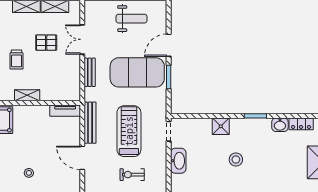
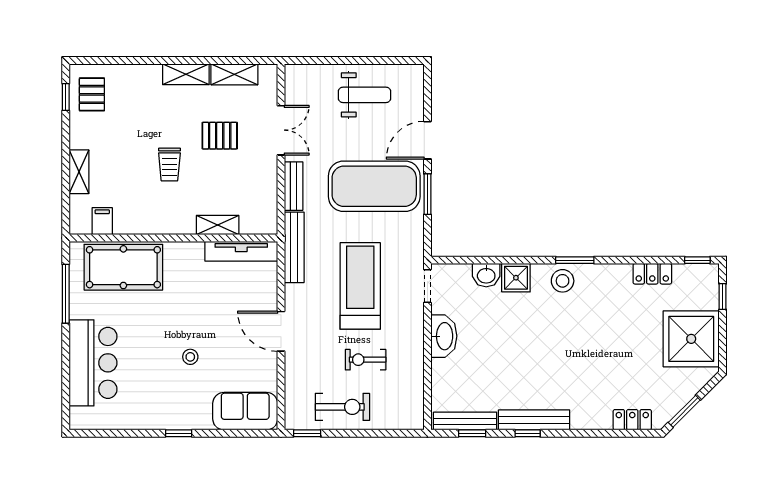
double door: (82, 39) -> (281, 130), swing flipped
shelving: (27, 95) -> (218, 225), moved
tv unit: (65, 111) -> (241, 251), width x1.41
bench: (90, 123) -> (294, 247), moved
washbasin: (280, 125) -> (486, 275), moved
stool: (236, 160) -> (563, 281), moved

